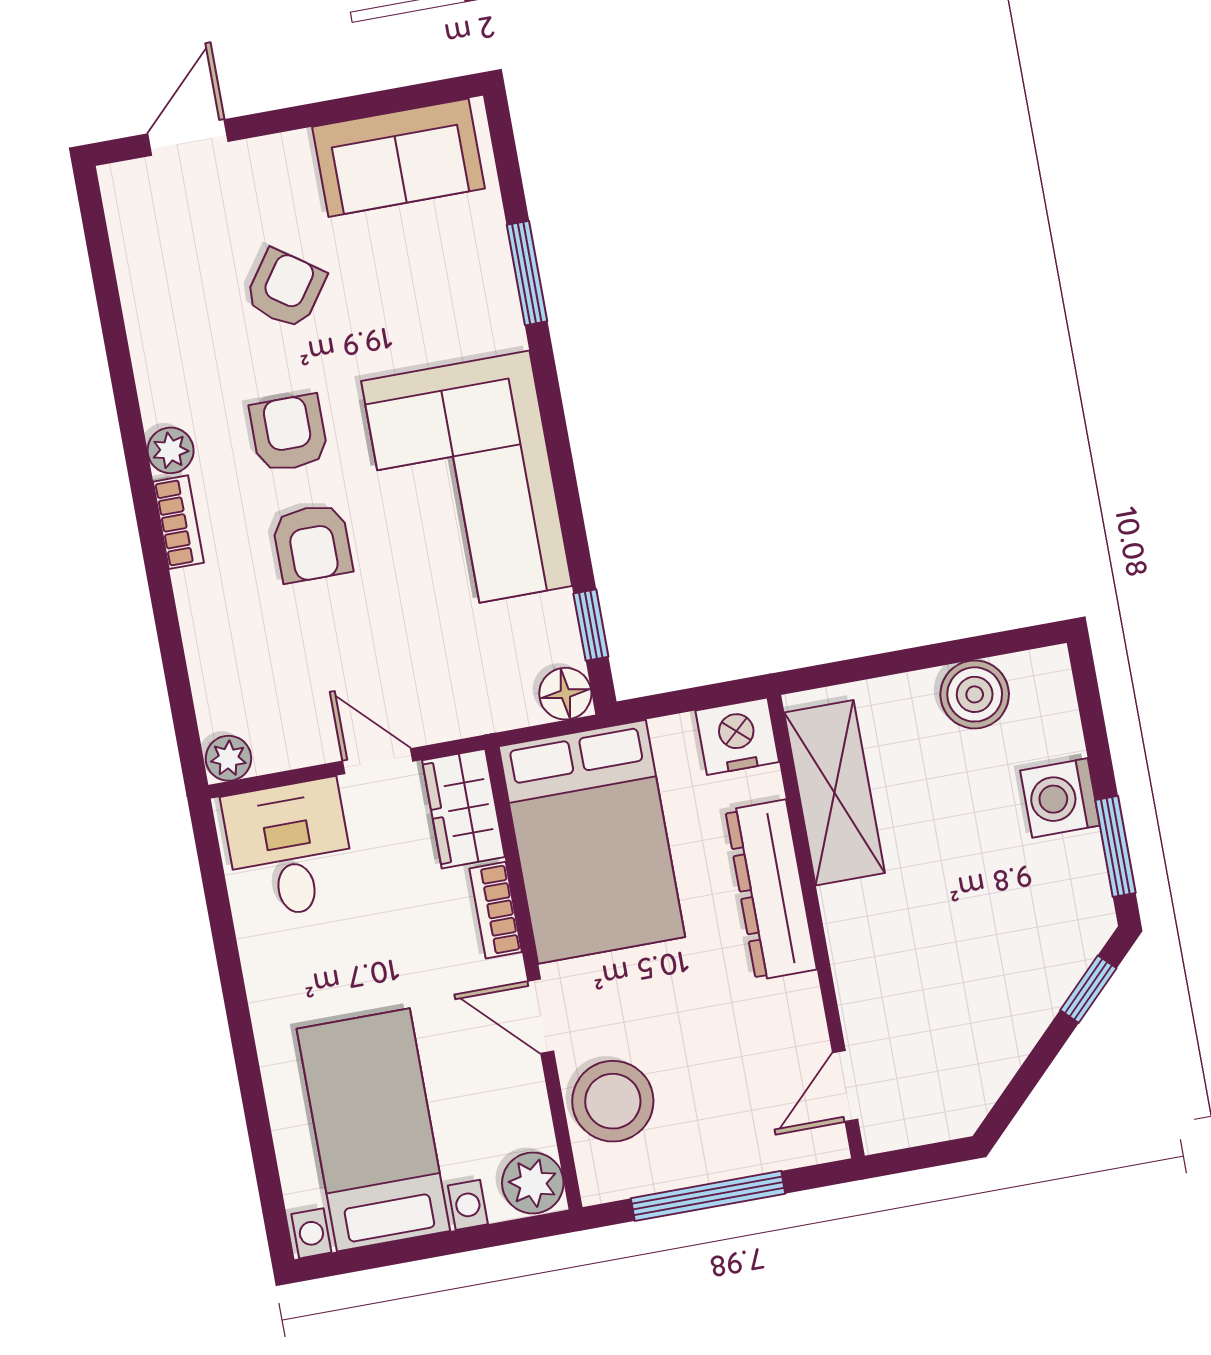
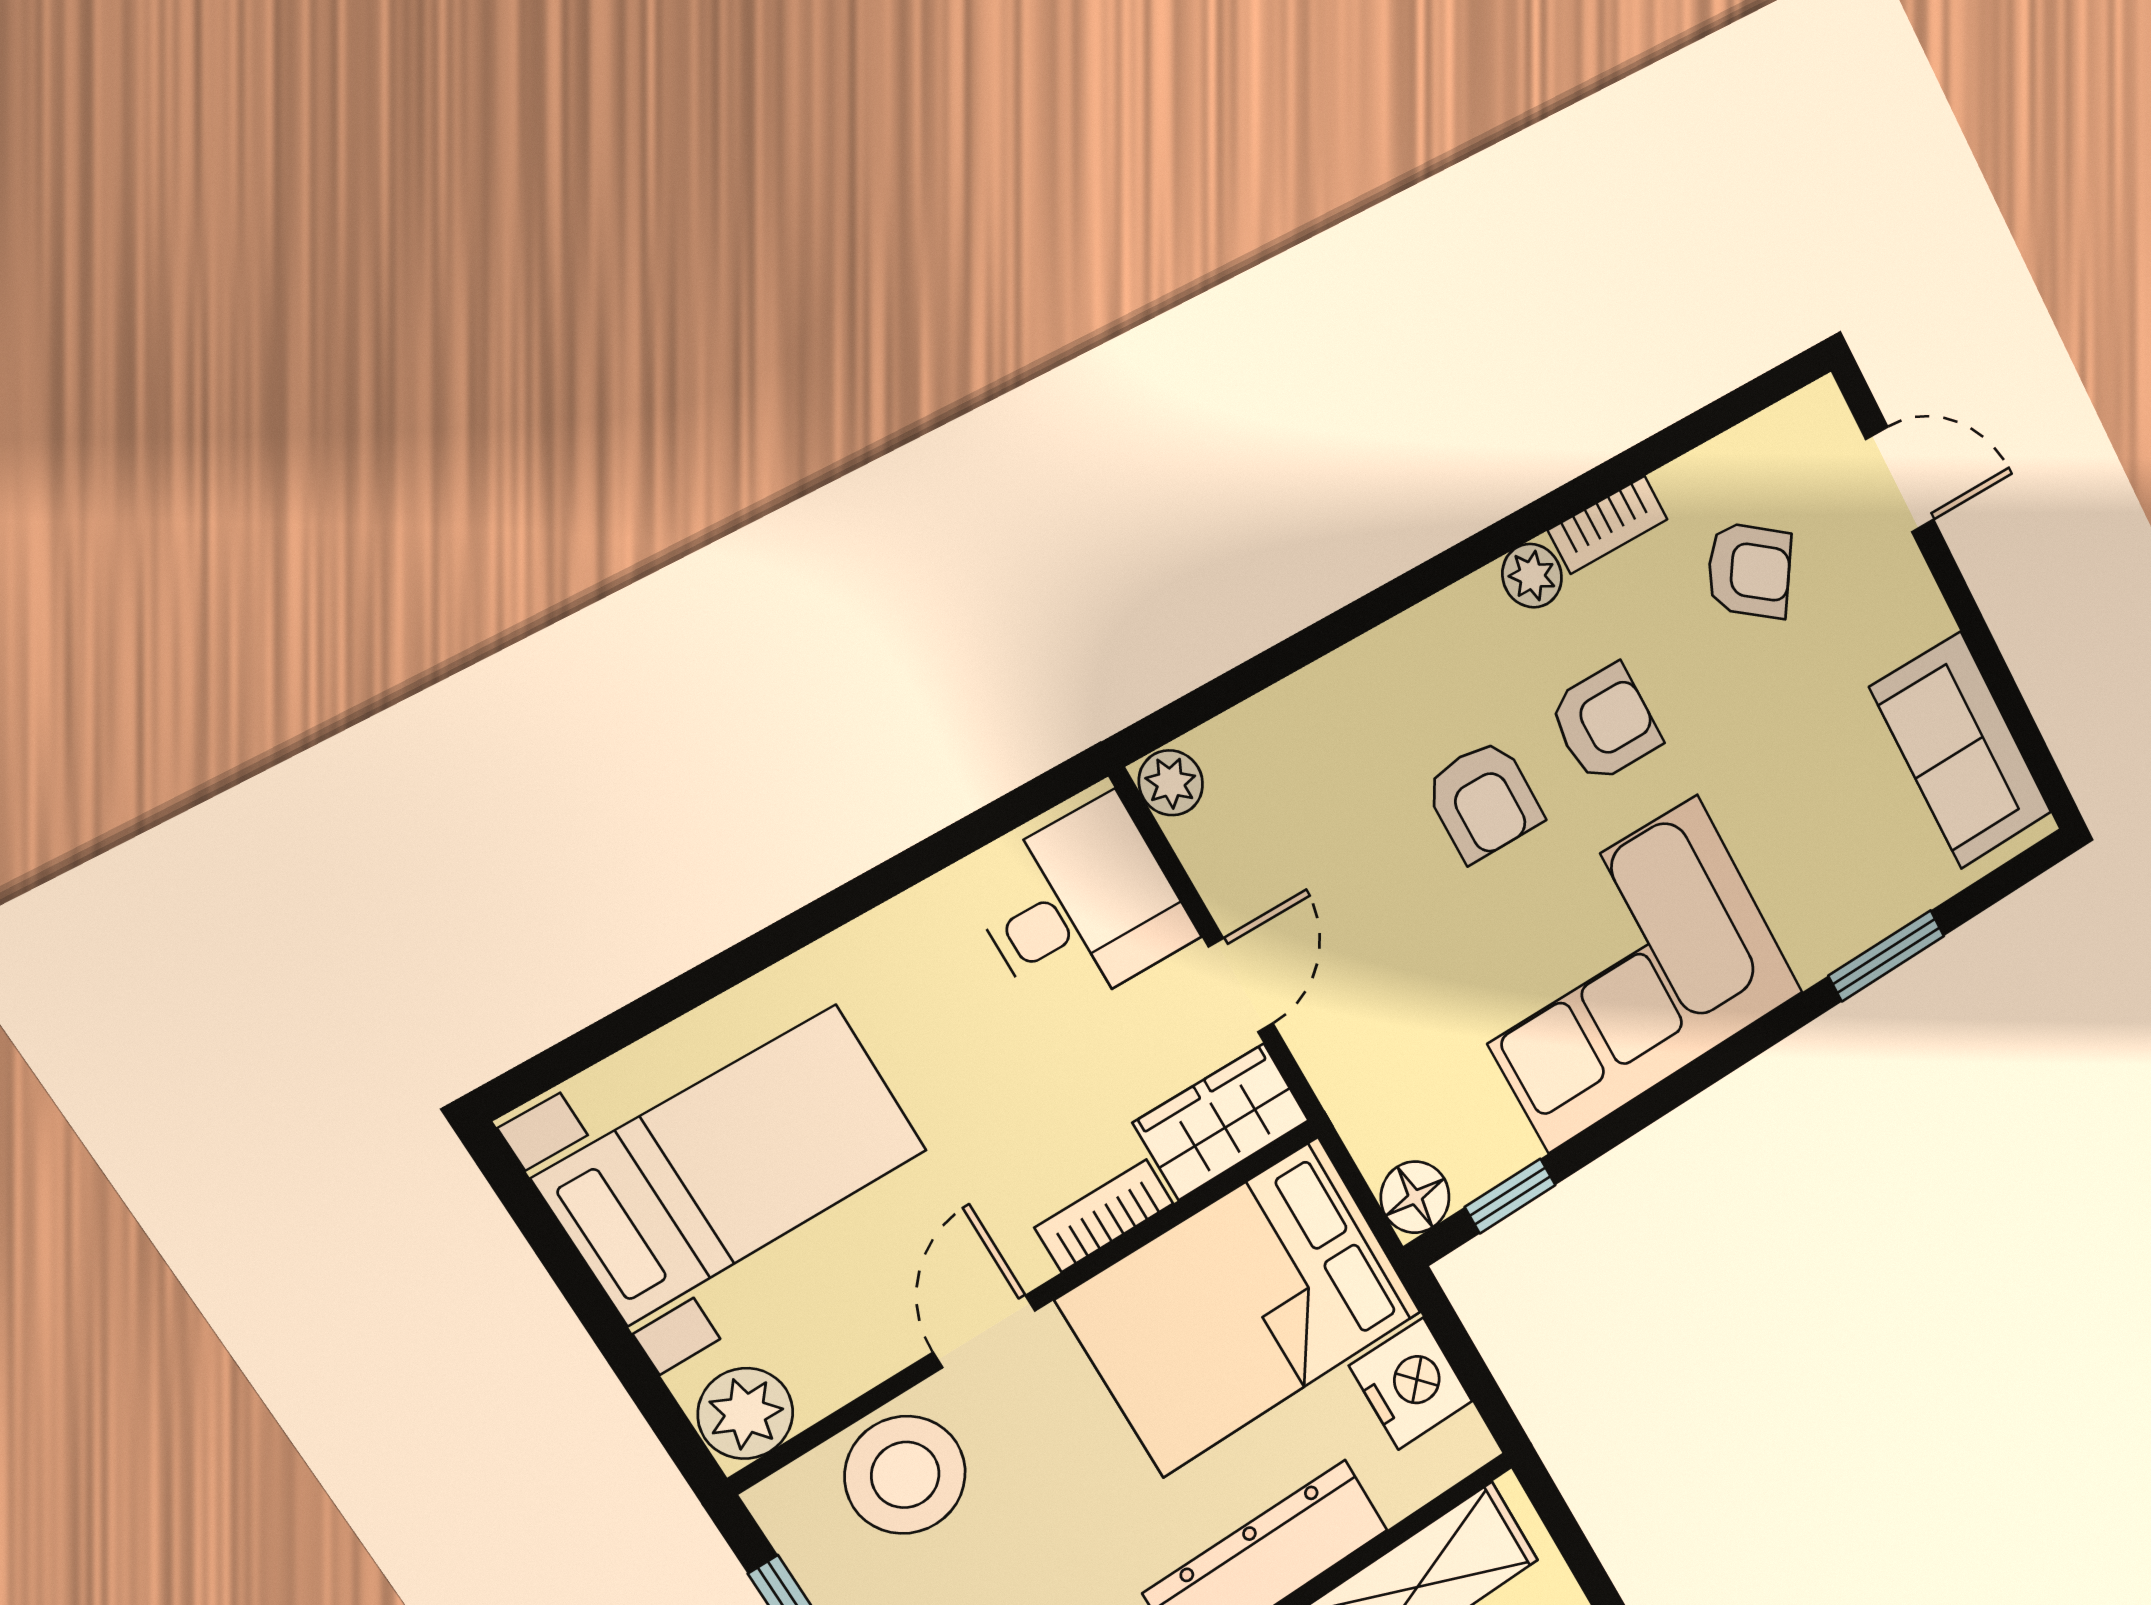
armchair: (285, 289) -> (1749, 570), moved
bookcase: (178, 522) -> (1608, 525), moved
armchair: (312, 543) -> (1484, 800), turned -90
nightstand: (737, 736) -> (1411, 1383), moved

